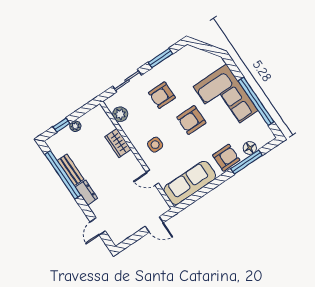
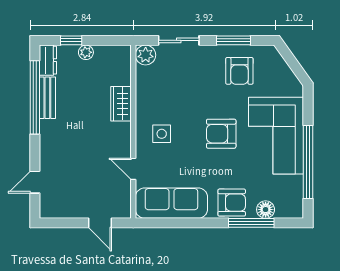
armchair: (162, 95) -> (239, 71), moved, turned -90
plant: (120, 114) -> (146, 55), moved
dresser: (86, 193) -> (48, 60), moved

